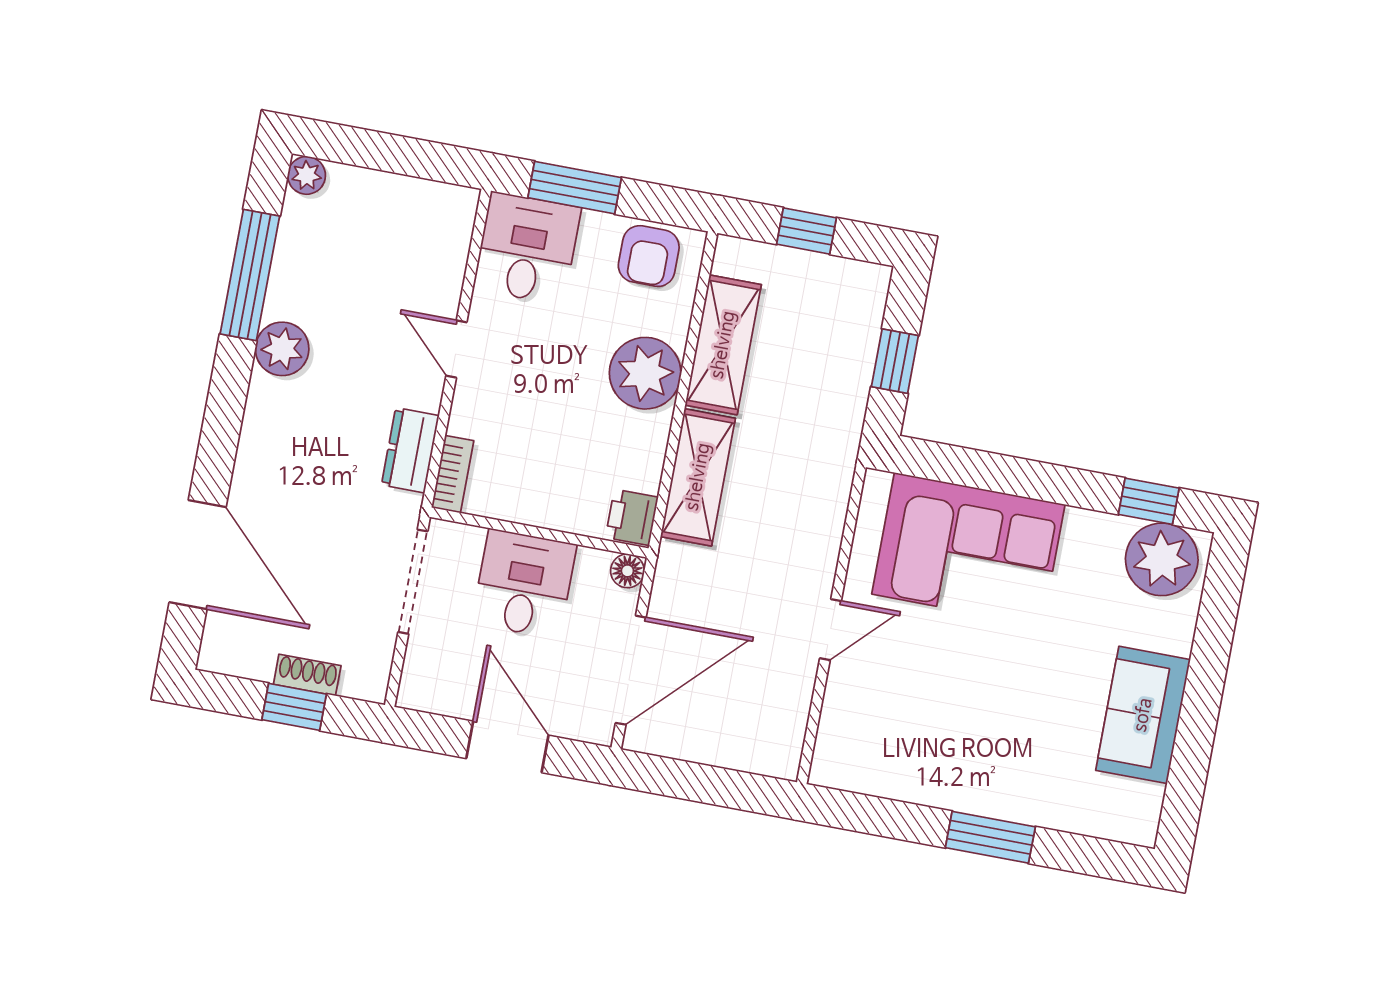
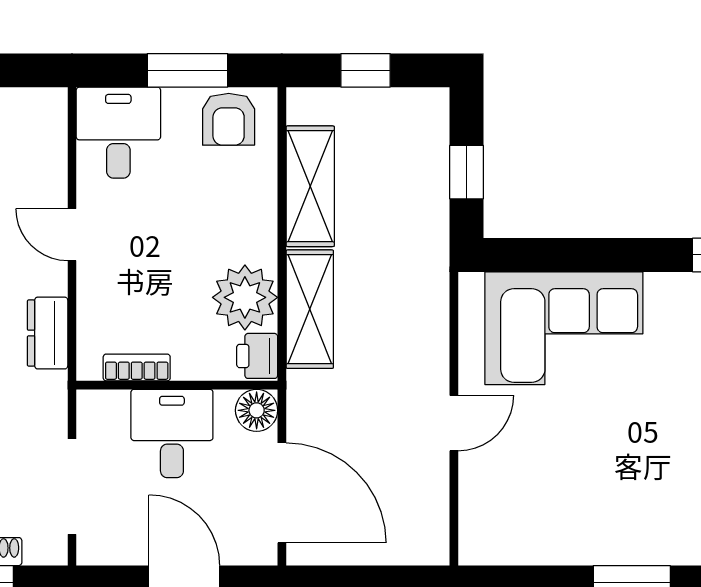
window: (575, 188) -> (187, 70), moved
plant: (645, 373) -> (245, 297), moved
bookcase: (453, 474) -> (137, 367), moved, turned -90
floor lamp: (627, 571) -> (257, 410), width x1.37, depth x1.37
doorway: (413, 582) -> (72, 487), moved
door: (631, 670) -> (282, 493), hinge flipped

